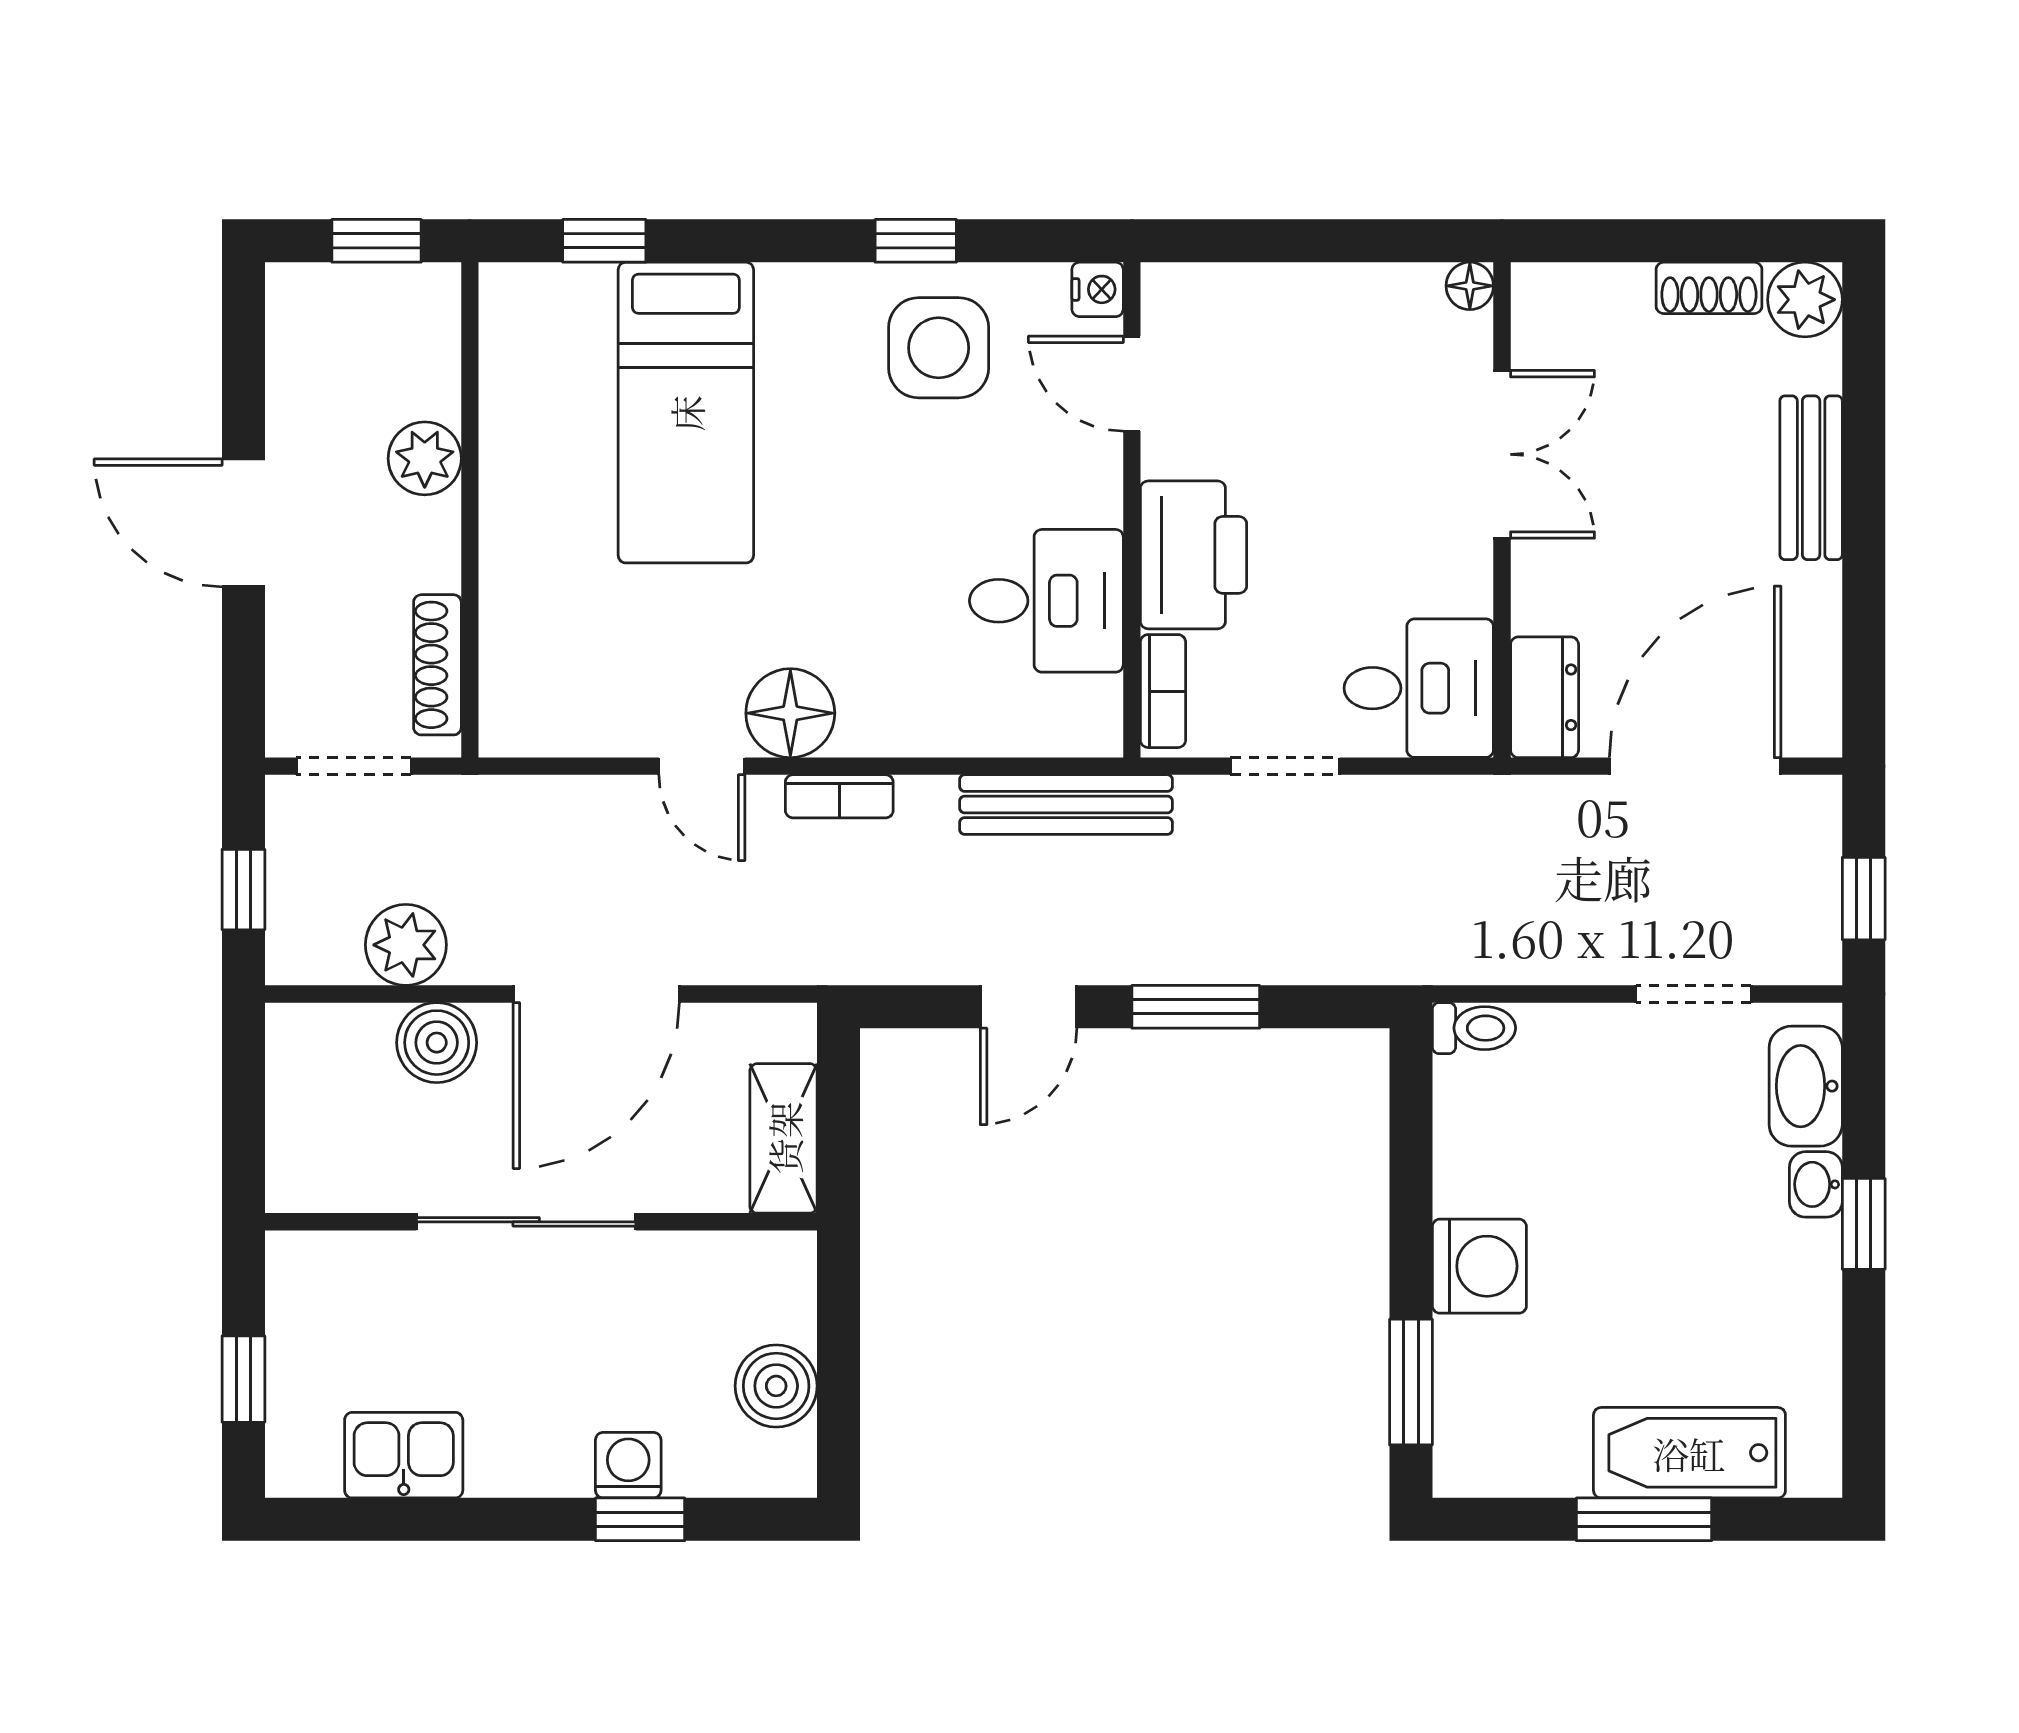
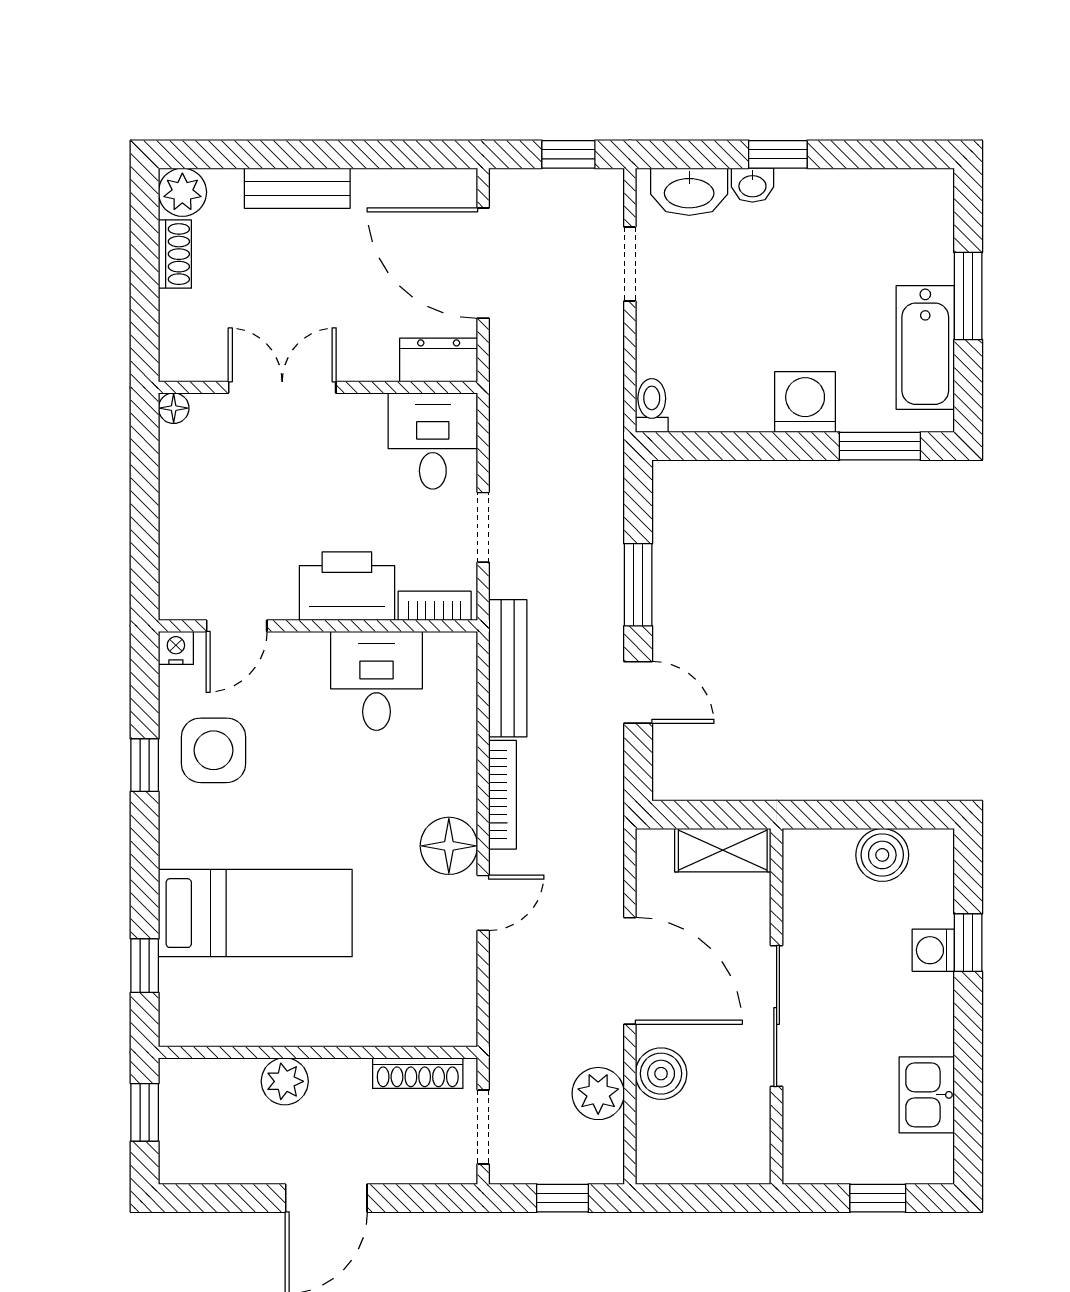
bookcase: (839, 796) -> (502, 795), width x1.56
bathtub: (1689, 1453) -> (925, 348), moved

